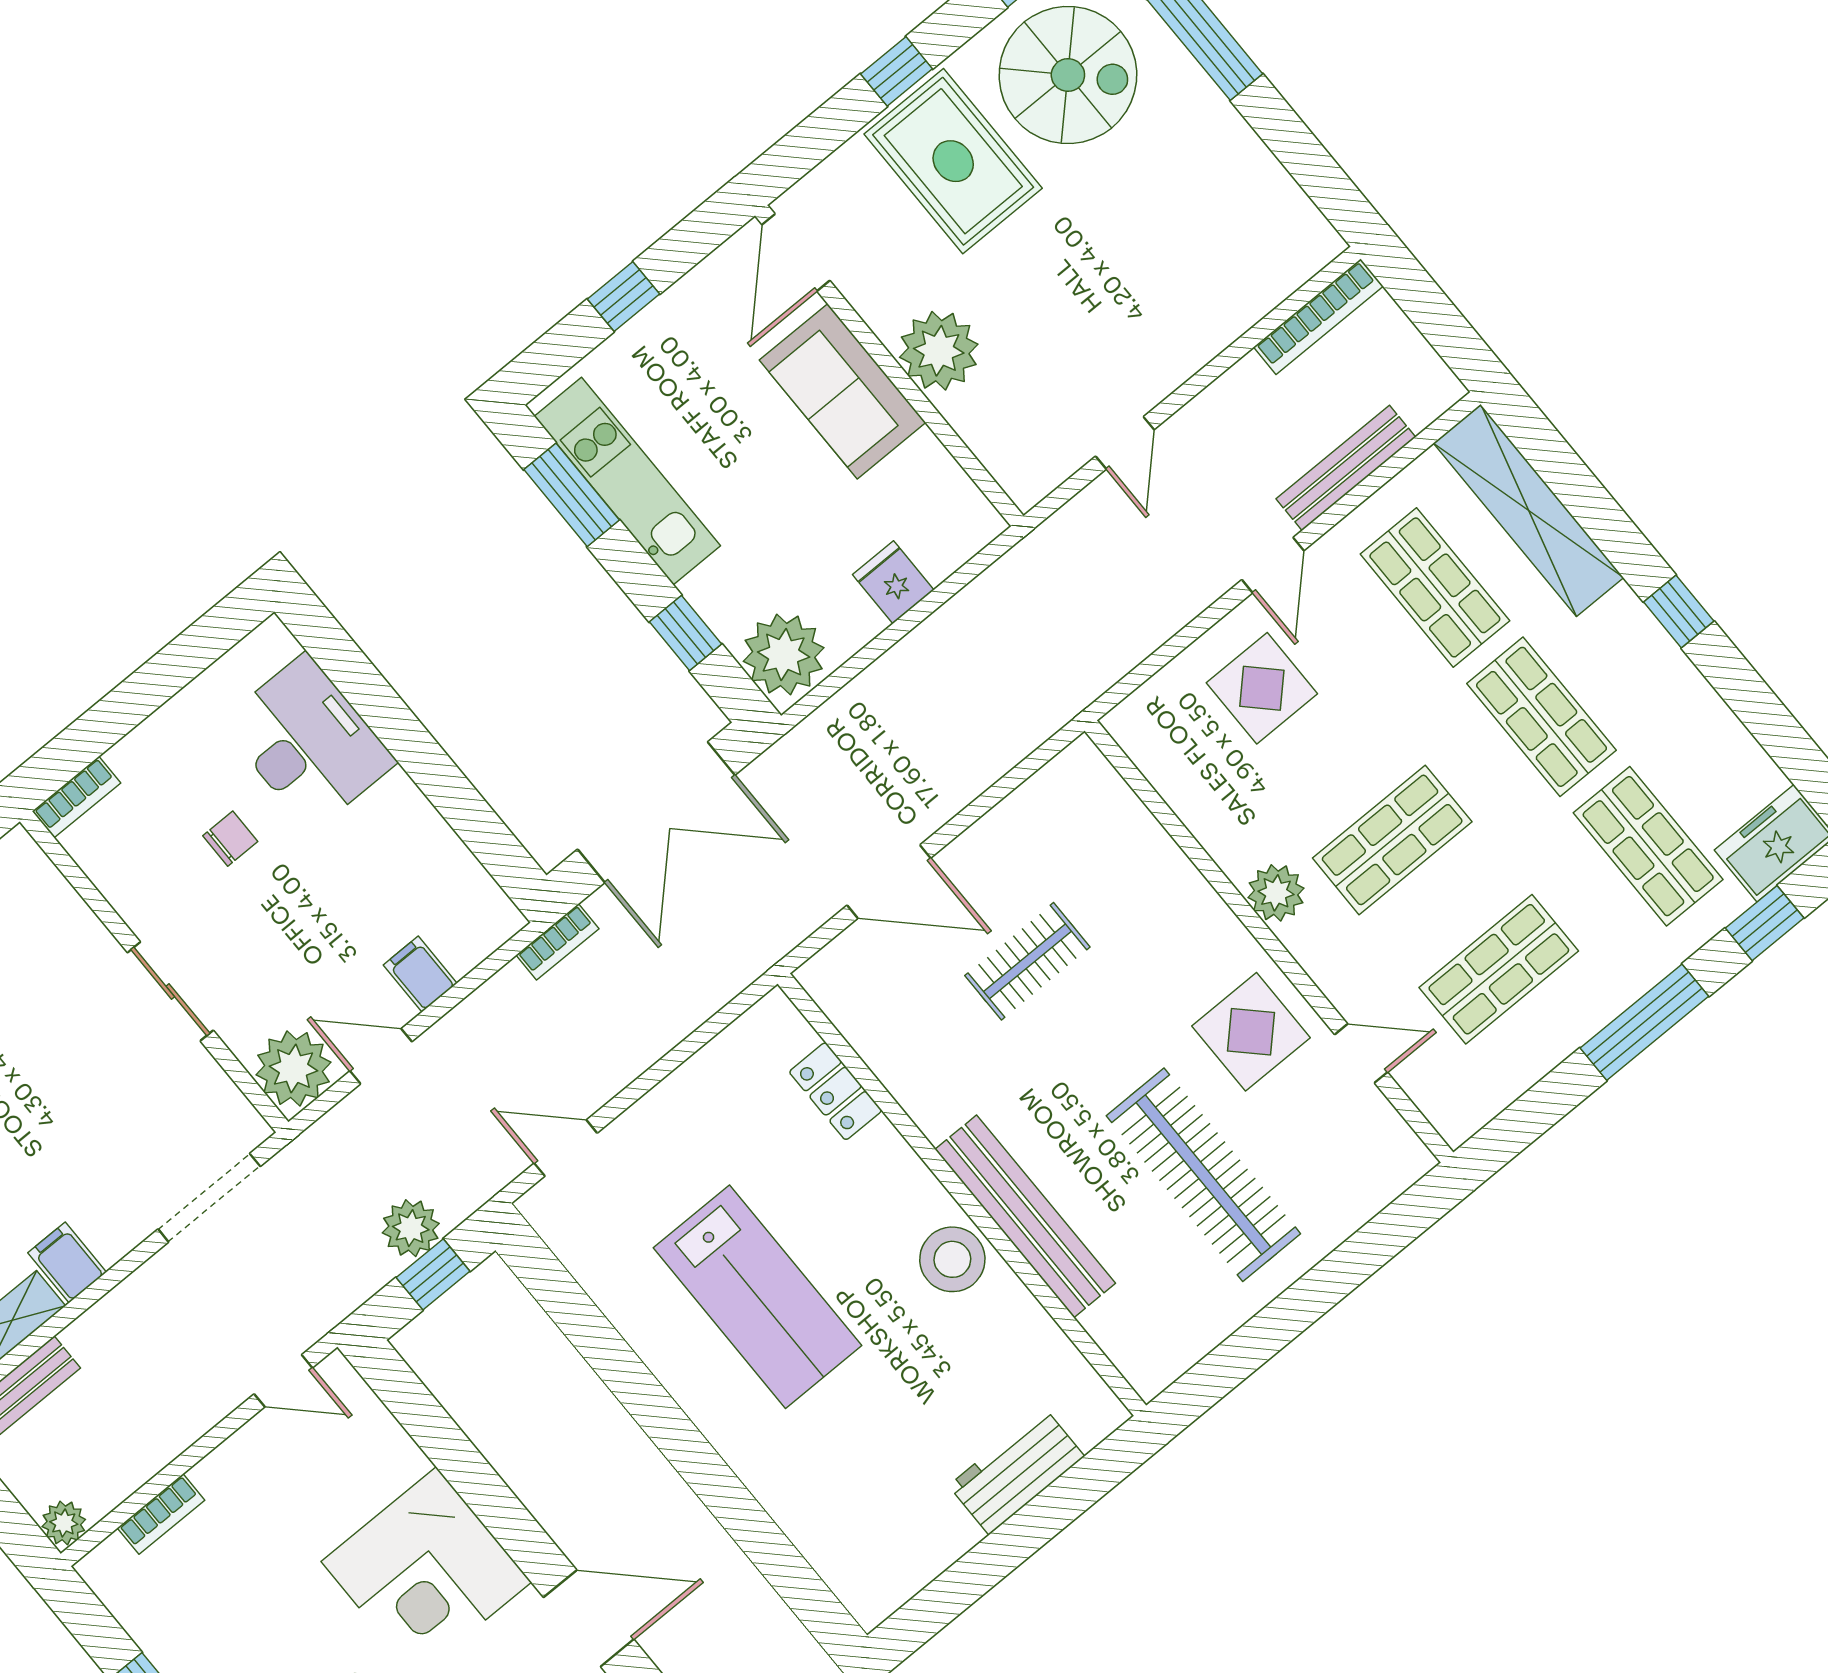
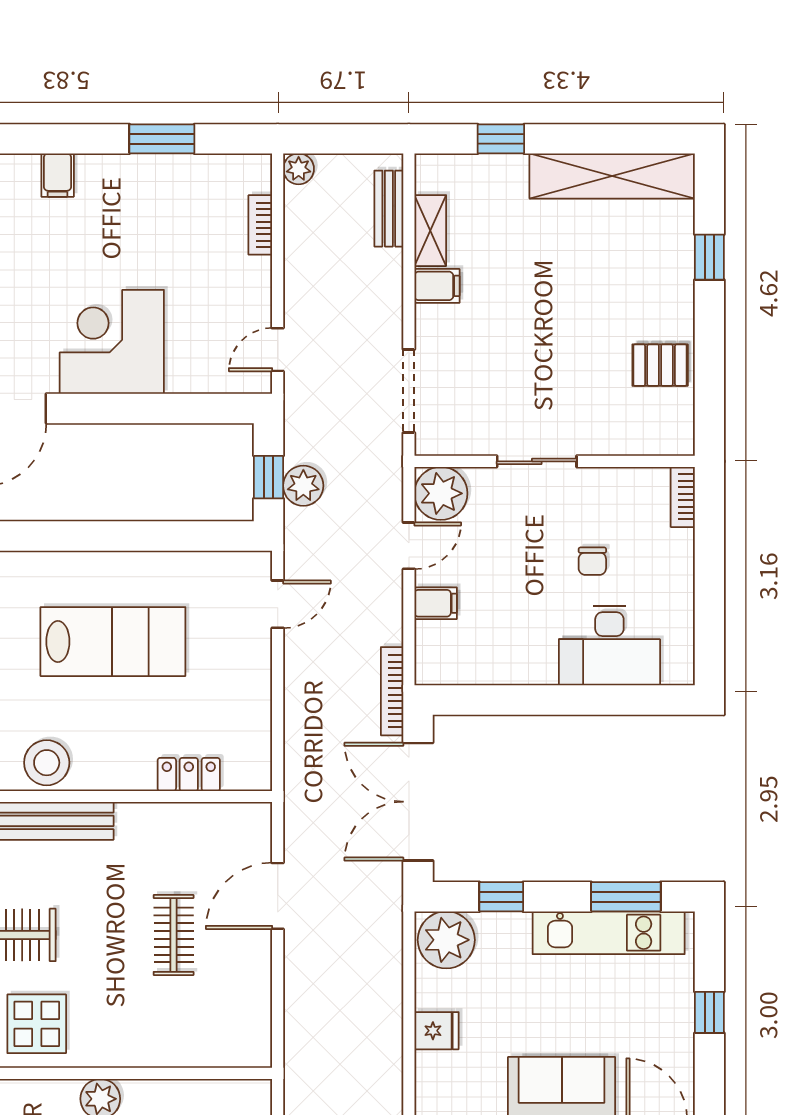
bookcase: (557, 942) -> (392, 691), width x1.56
lab bench: (757, 1297) -> (113, 642), turned 180

